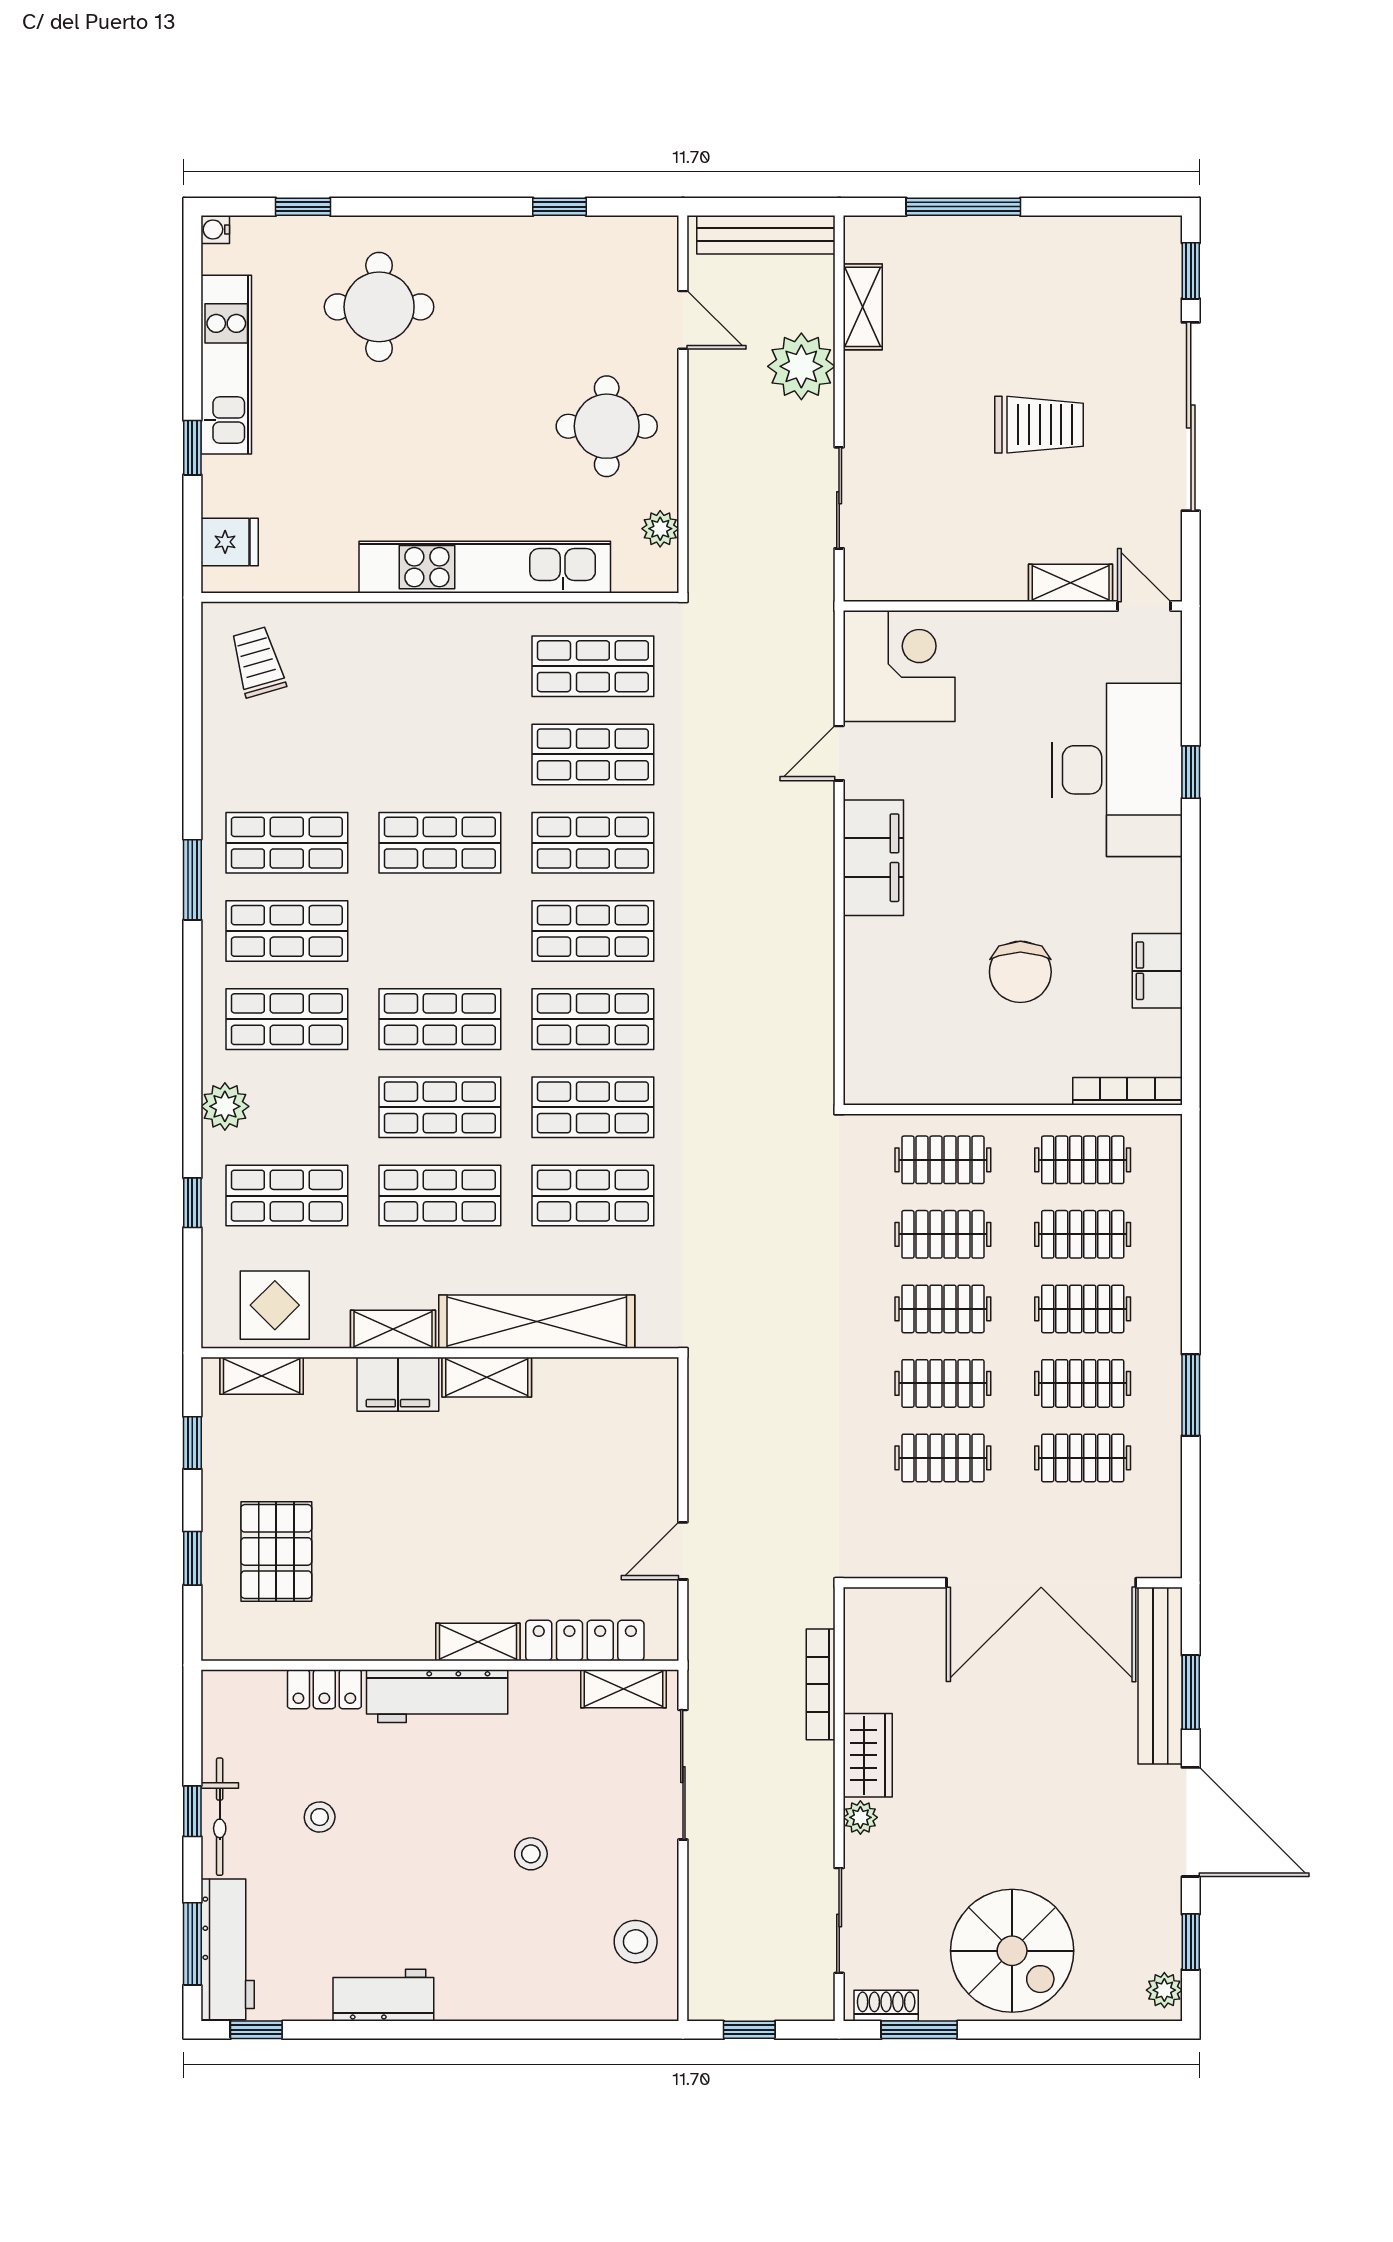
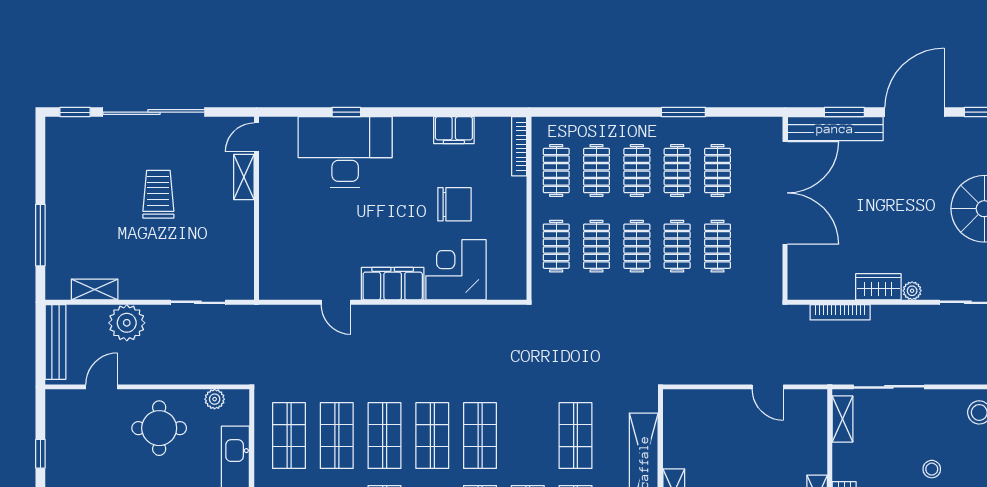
corner desk: (899, 666) -> (456, 270), moved
shop shelf: (593, 1107) -> (528, 436), removed
locker: (585, 1641) -> (816, 440), removed

